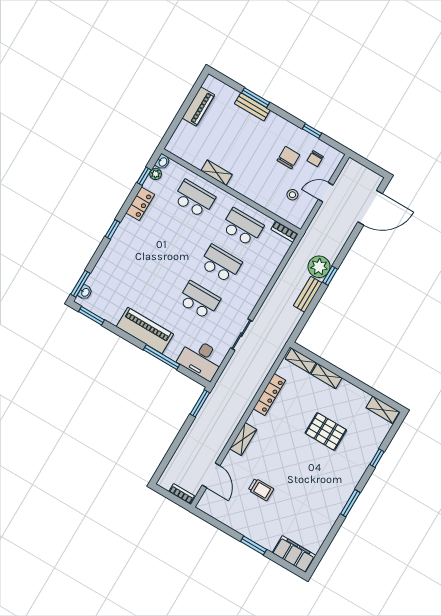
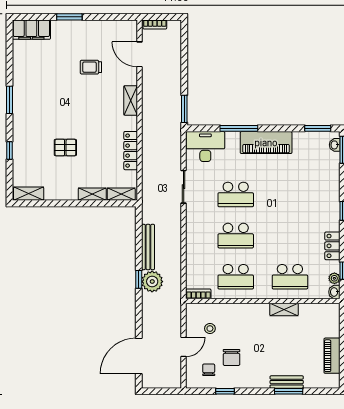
bench: (308, 294) -> (148, 247), width x1.36
pallet: (326, 431) -> (65, 148), width x0.67, depth x0.71

